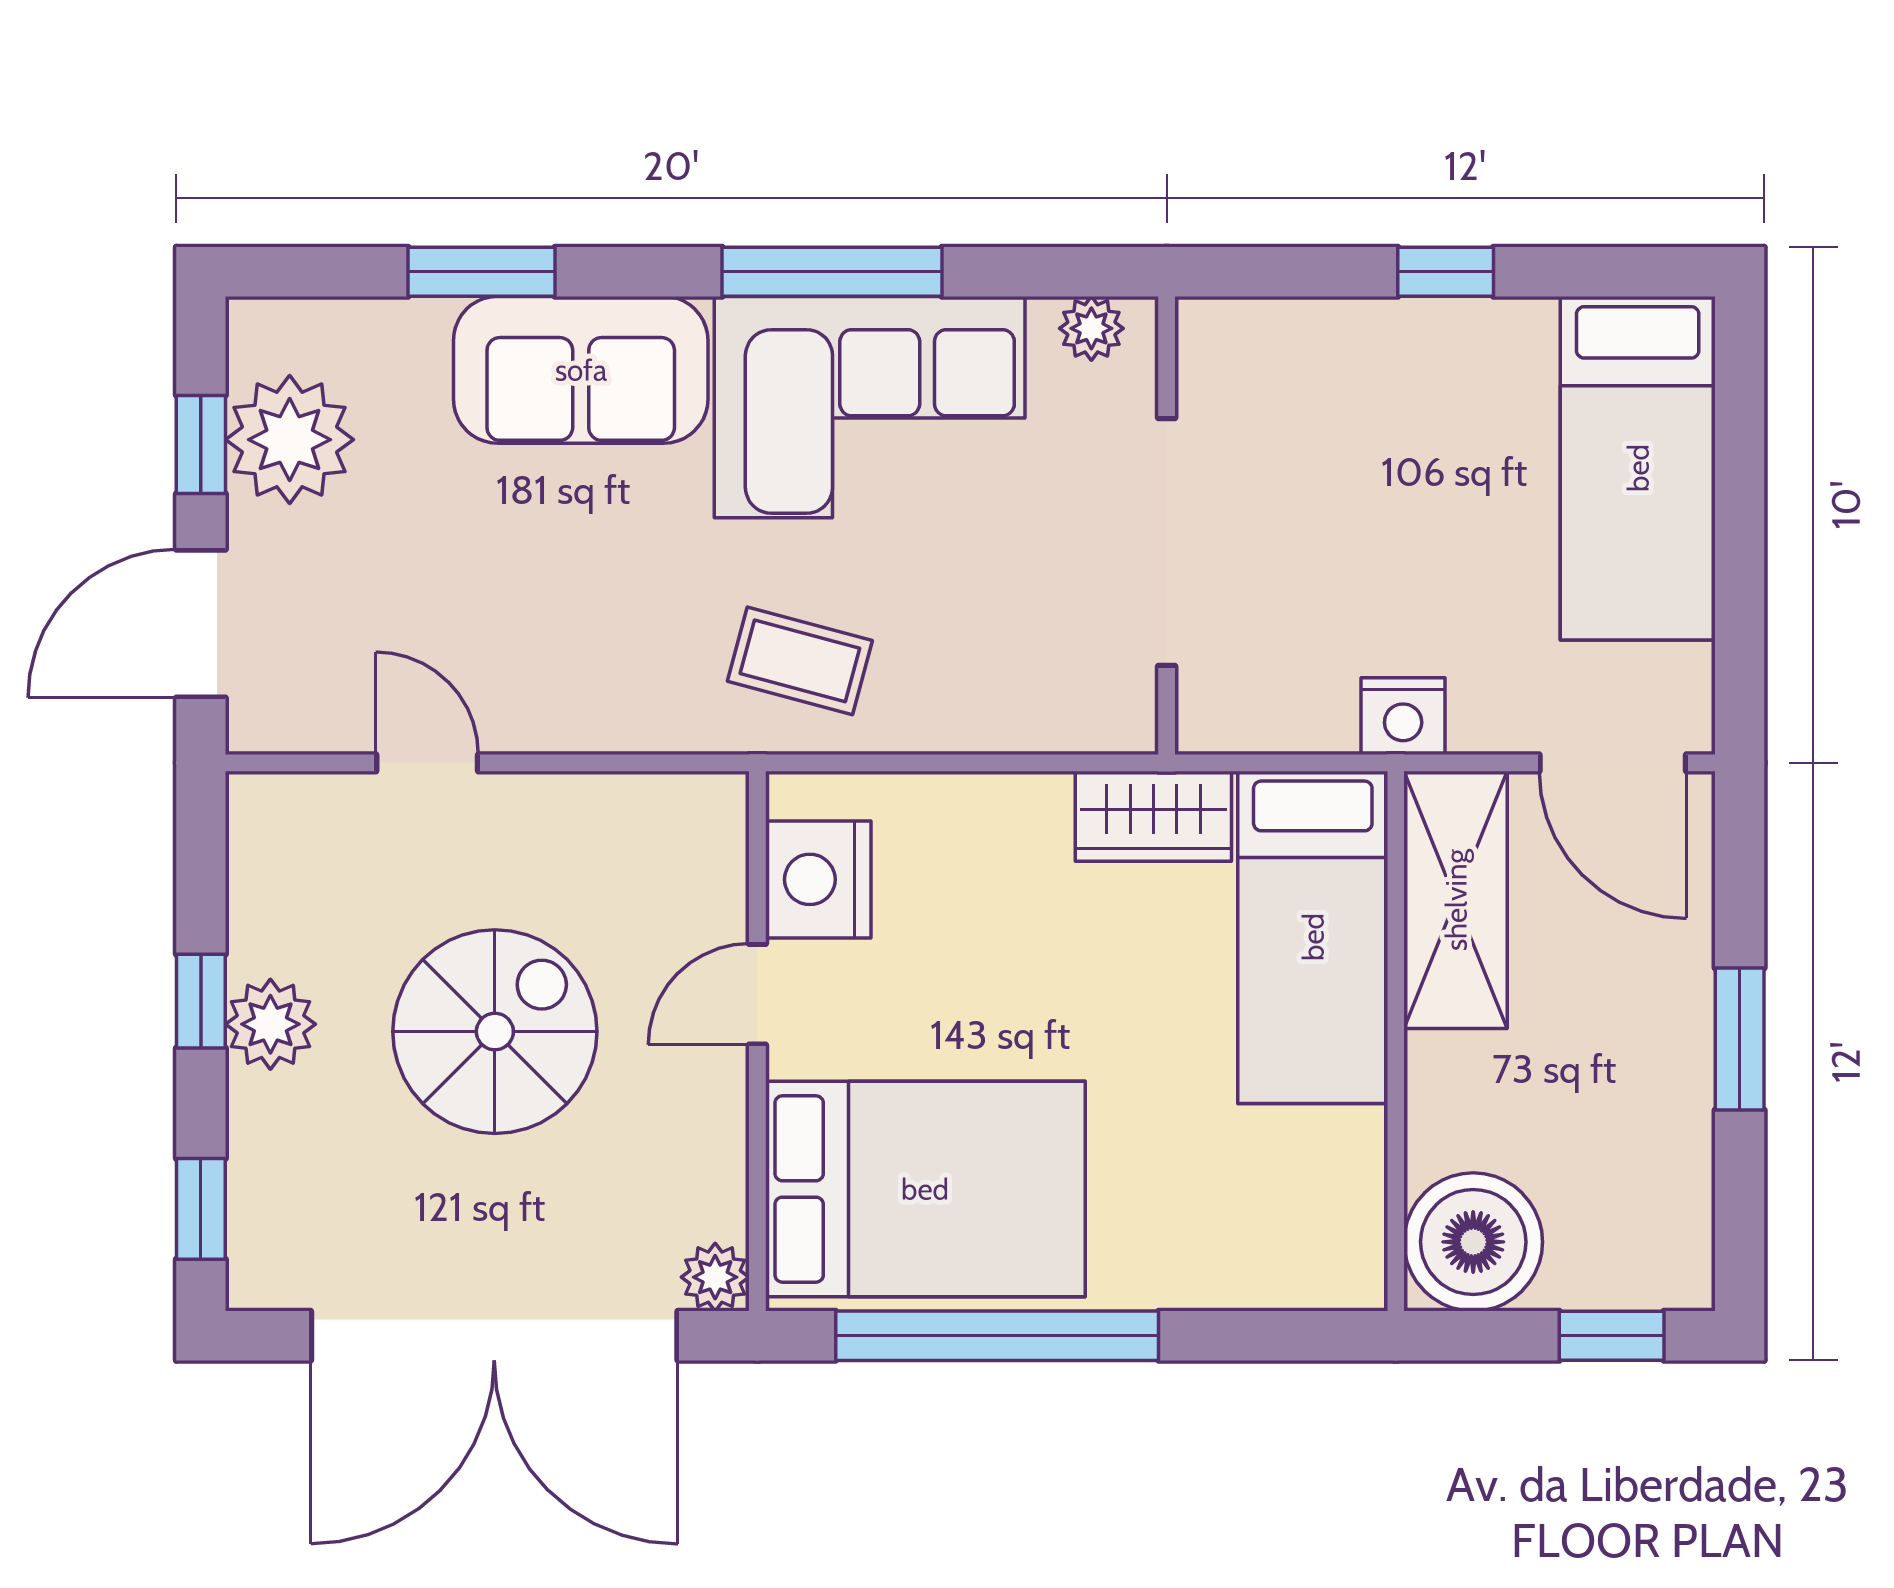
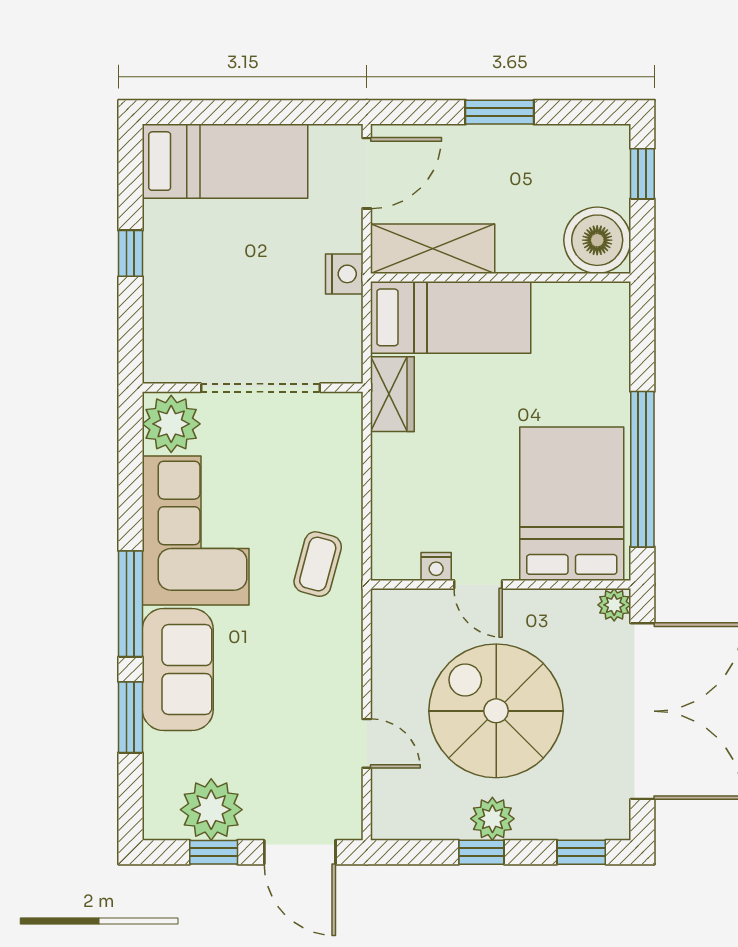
window: (832, 272) -> (131, 604), moved
plant: (1091, 328) -> (171, 424), width x1.87, depth x1.87
door: (427, 763) -> (367, 743), swing flipped
nightstand: (818, 879) -> (436, 566), width x0.53, depth x0.56
spiral stairs: (495, 1032) -> (496, 711), width x1.37, depth x1.37

